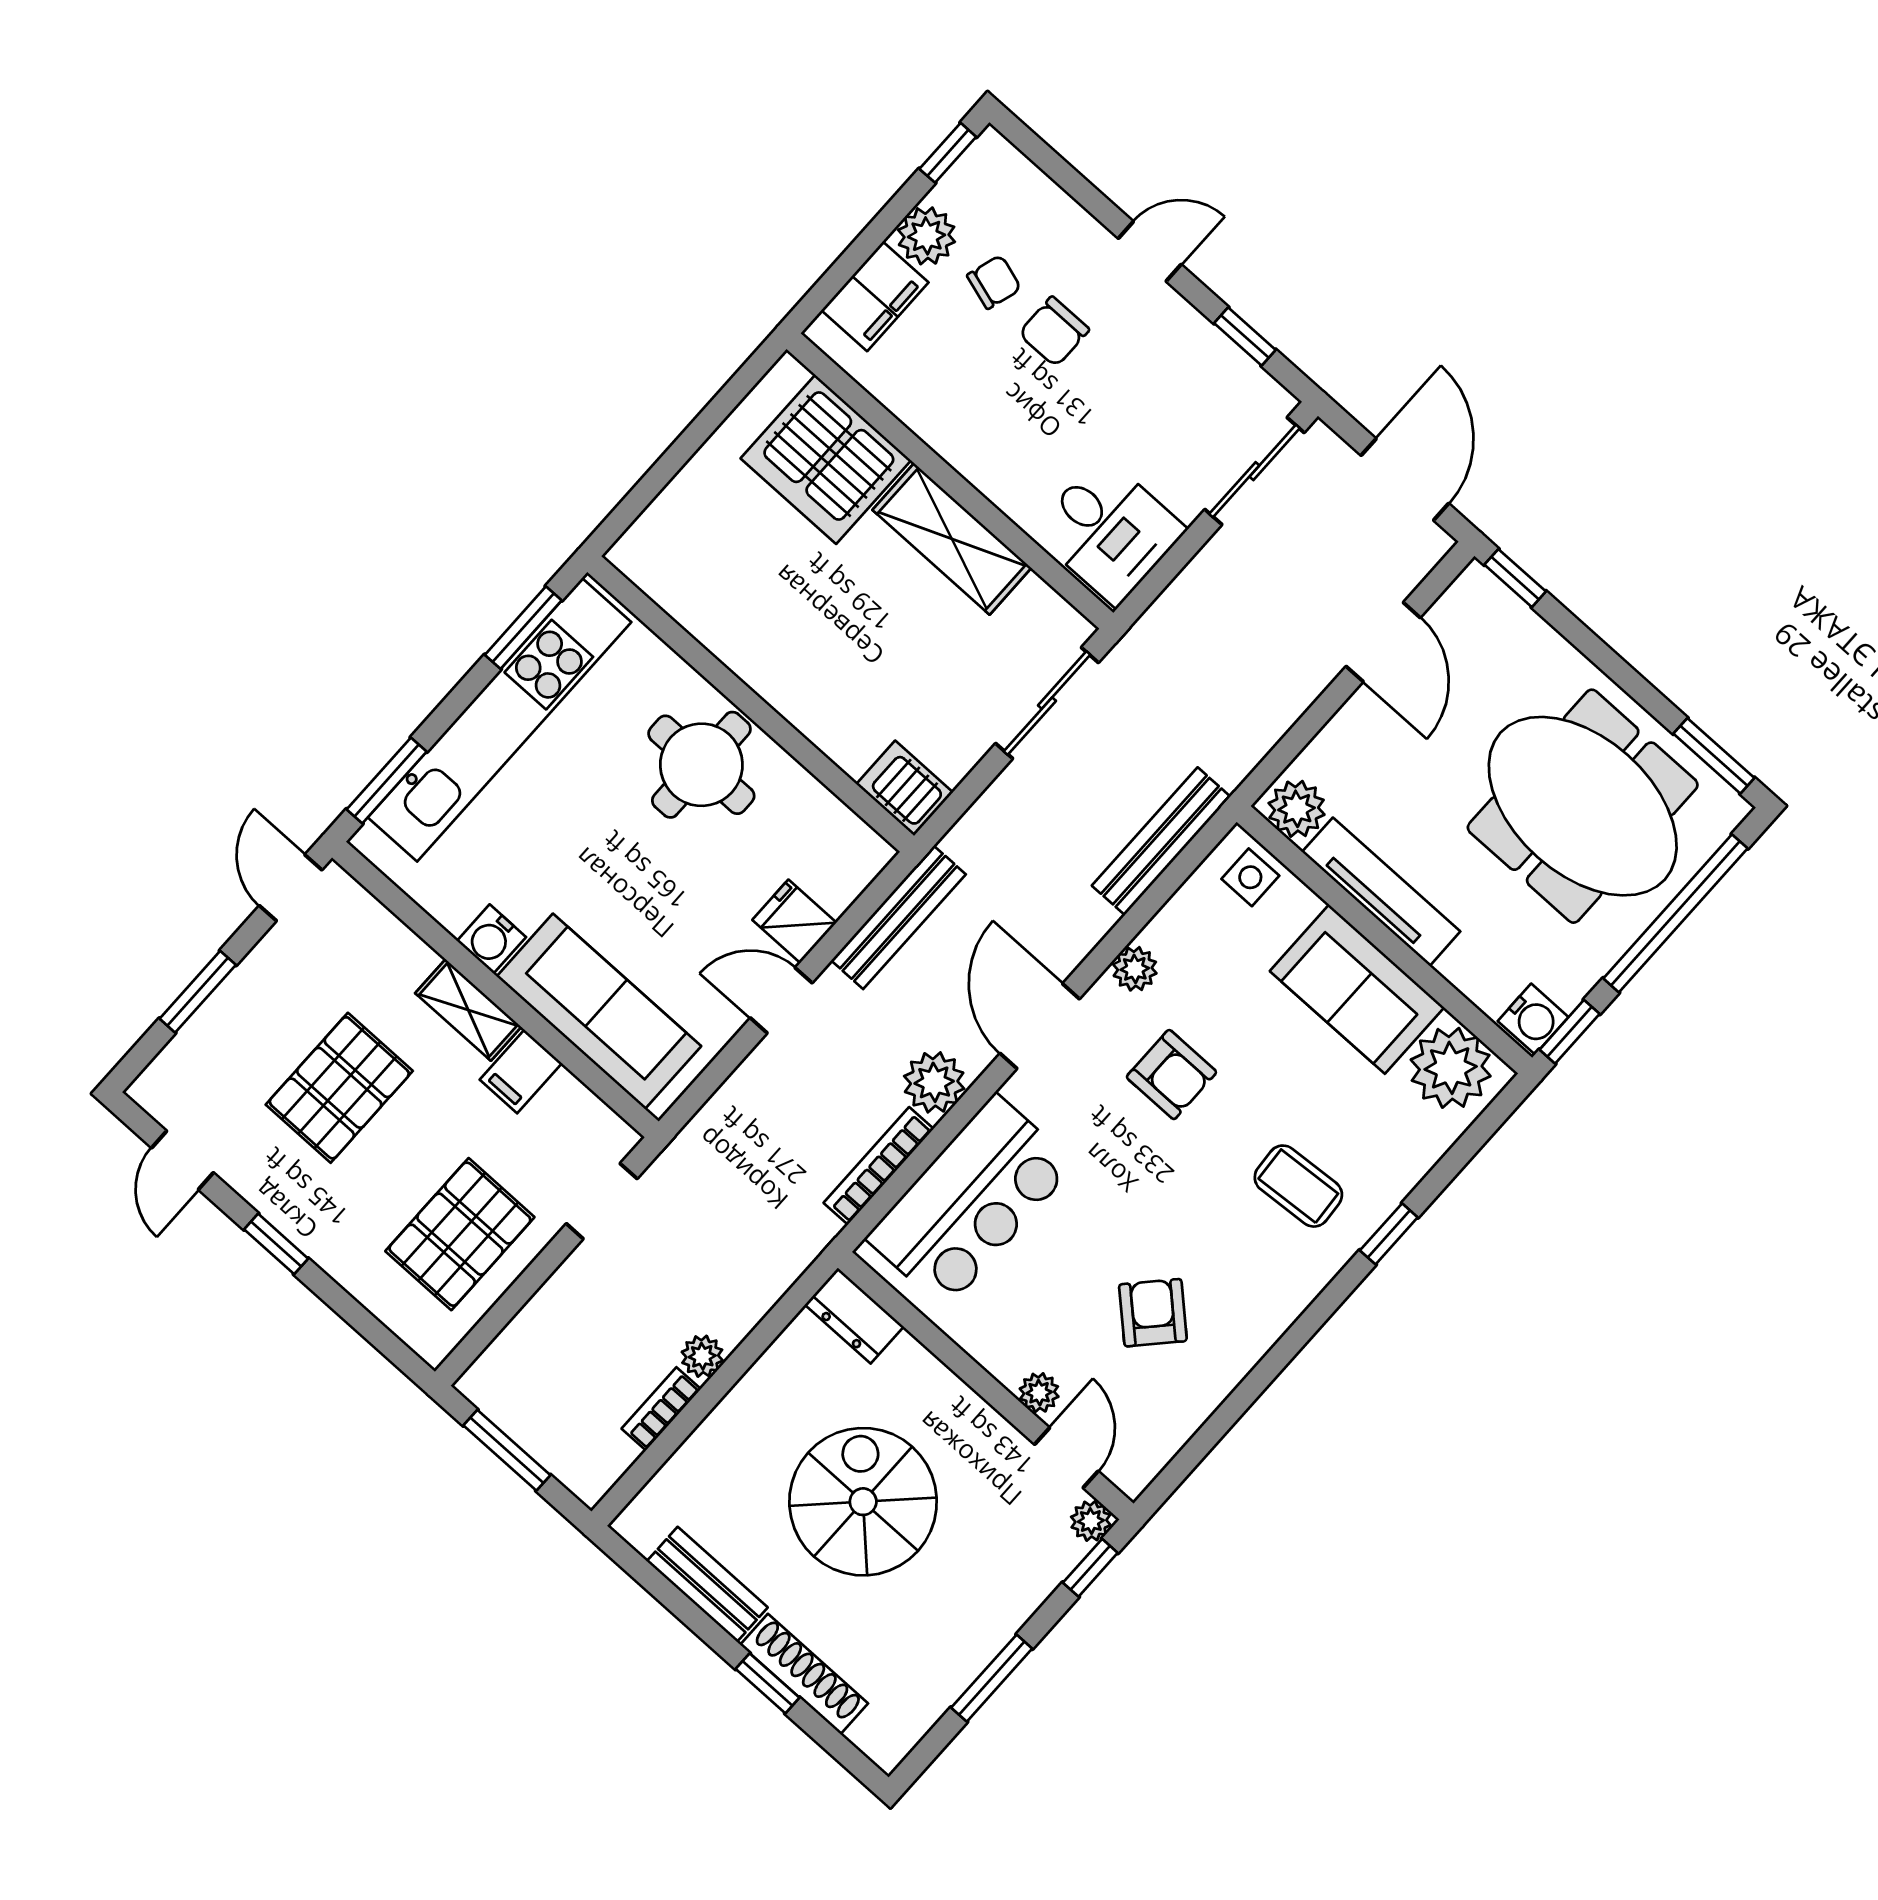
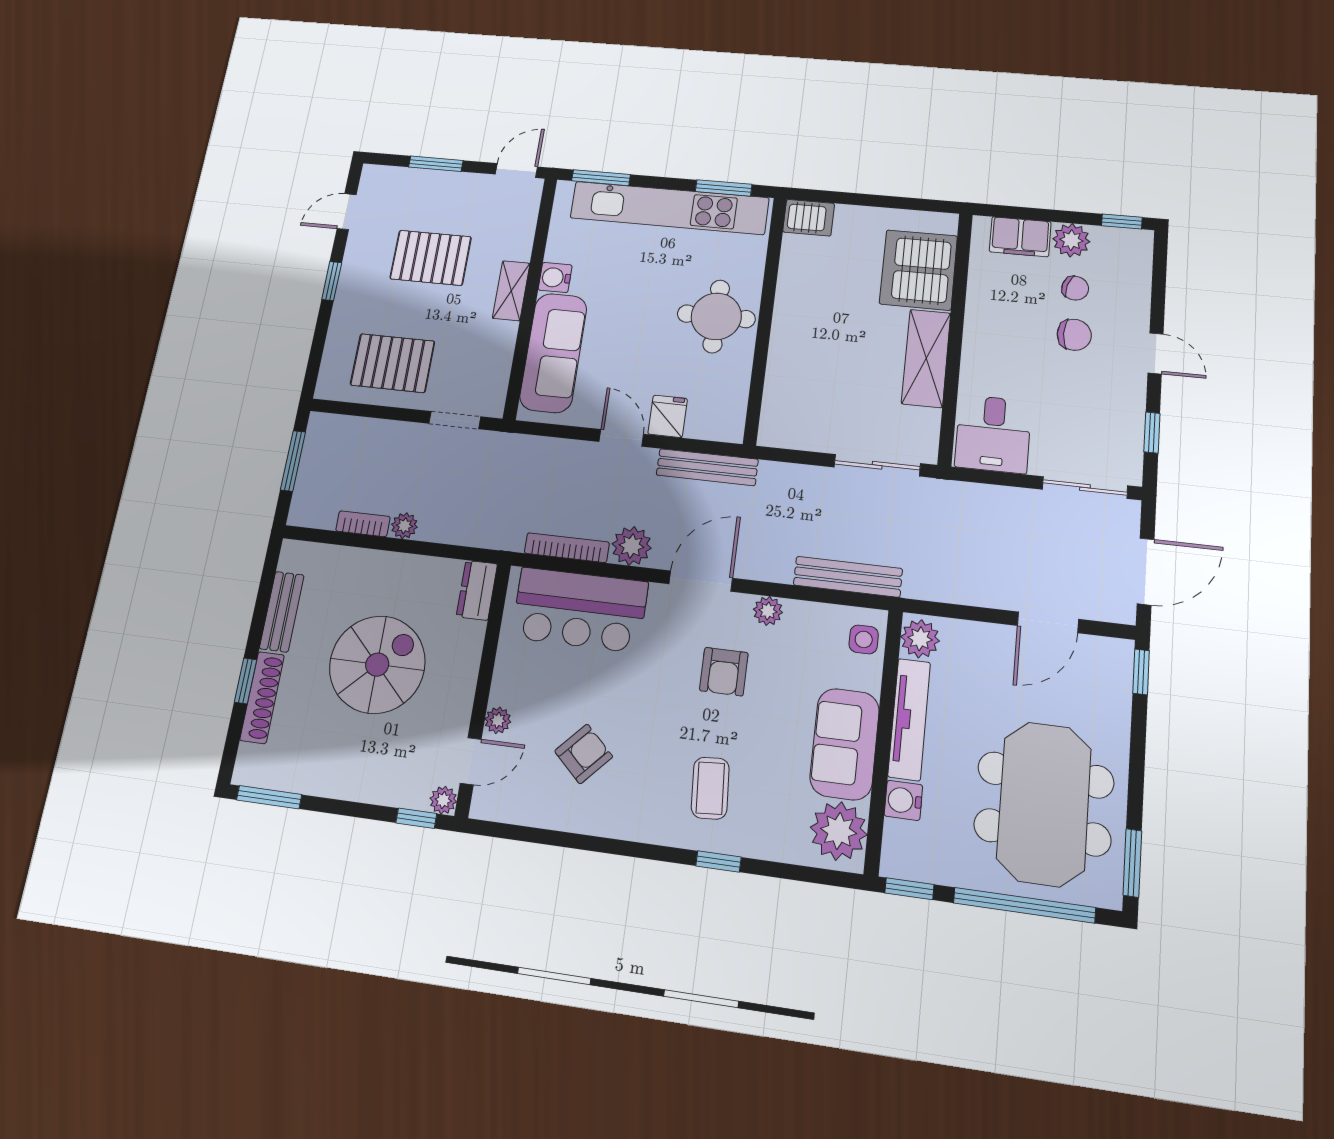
chair: (1054, 332) -> (1074, 335), turned 180
server rack: (905, 788) -> (809, 218), moved, turned 90
water cooler: (1533, 1019) -> (903, 800), moved, turned 90
filing cabinet: (521, 1071) -> (496, 336), removed
window: (992, 1678) -> (269, 797), moved

